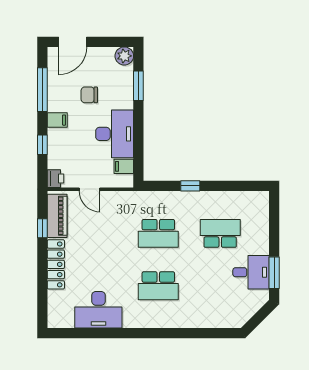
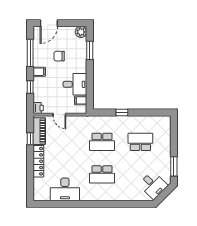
desk: (115, 134) -> (75, 84), width x0.73
desk: (251, 272) -> (153, 185), moved, turned 45

